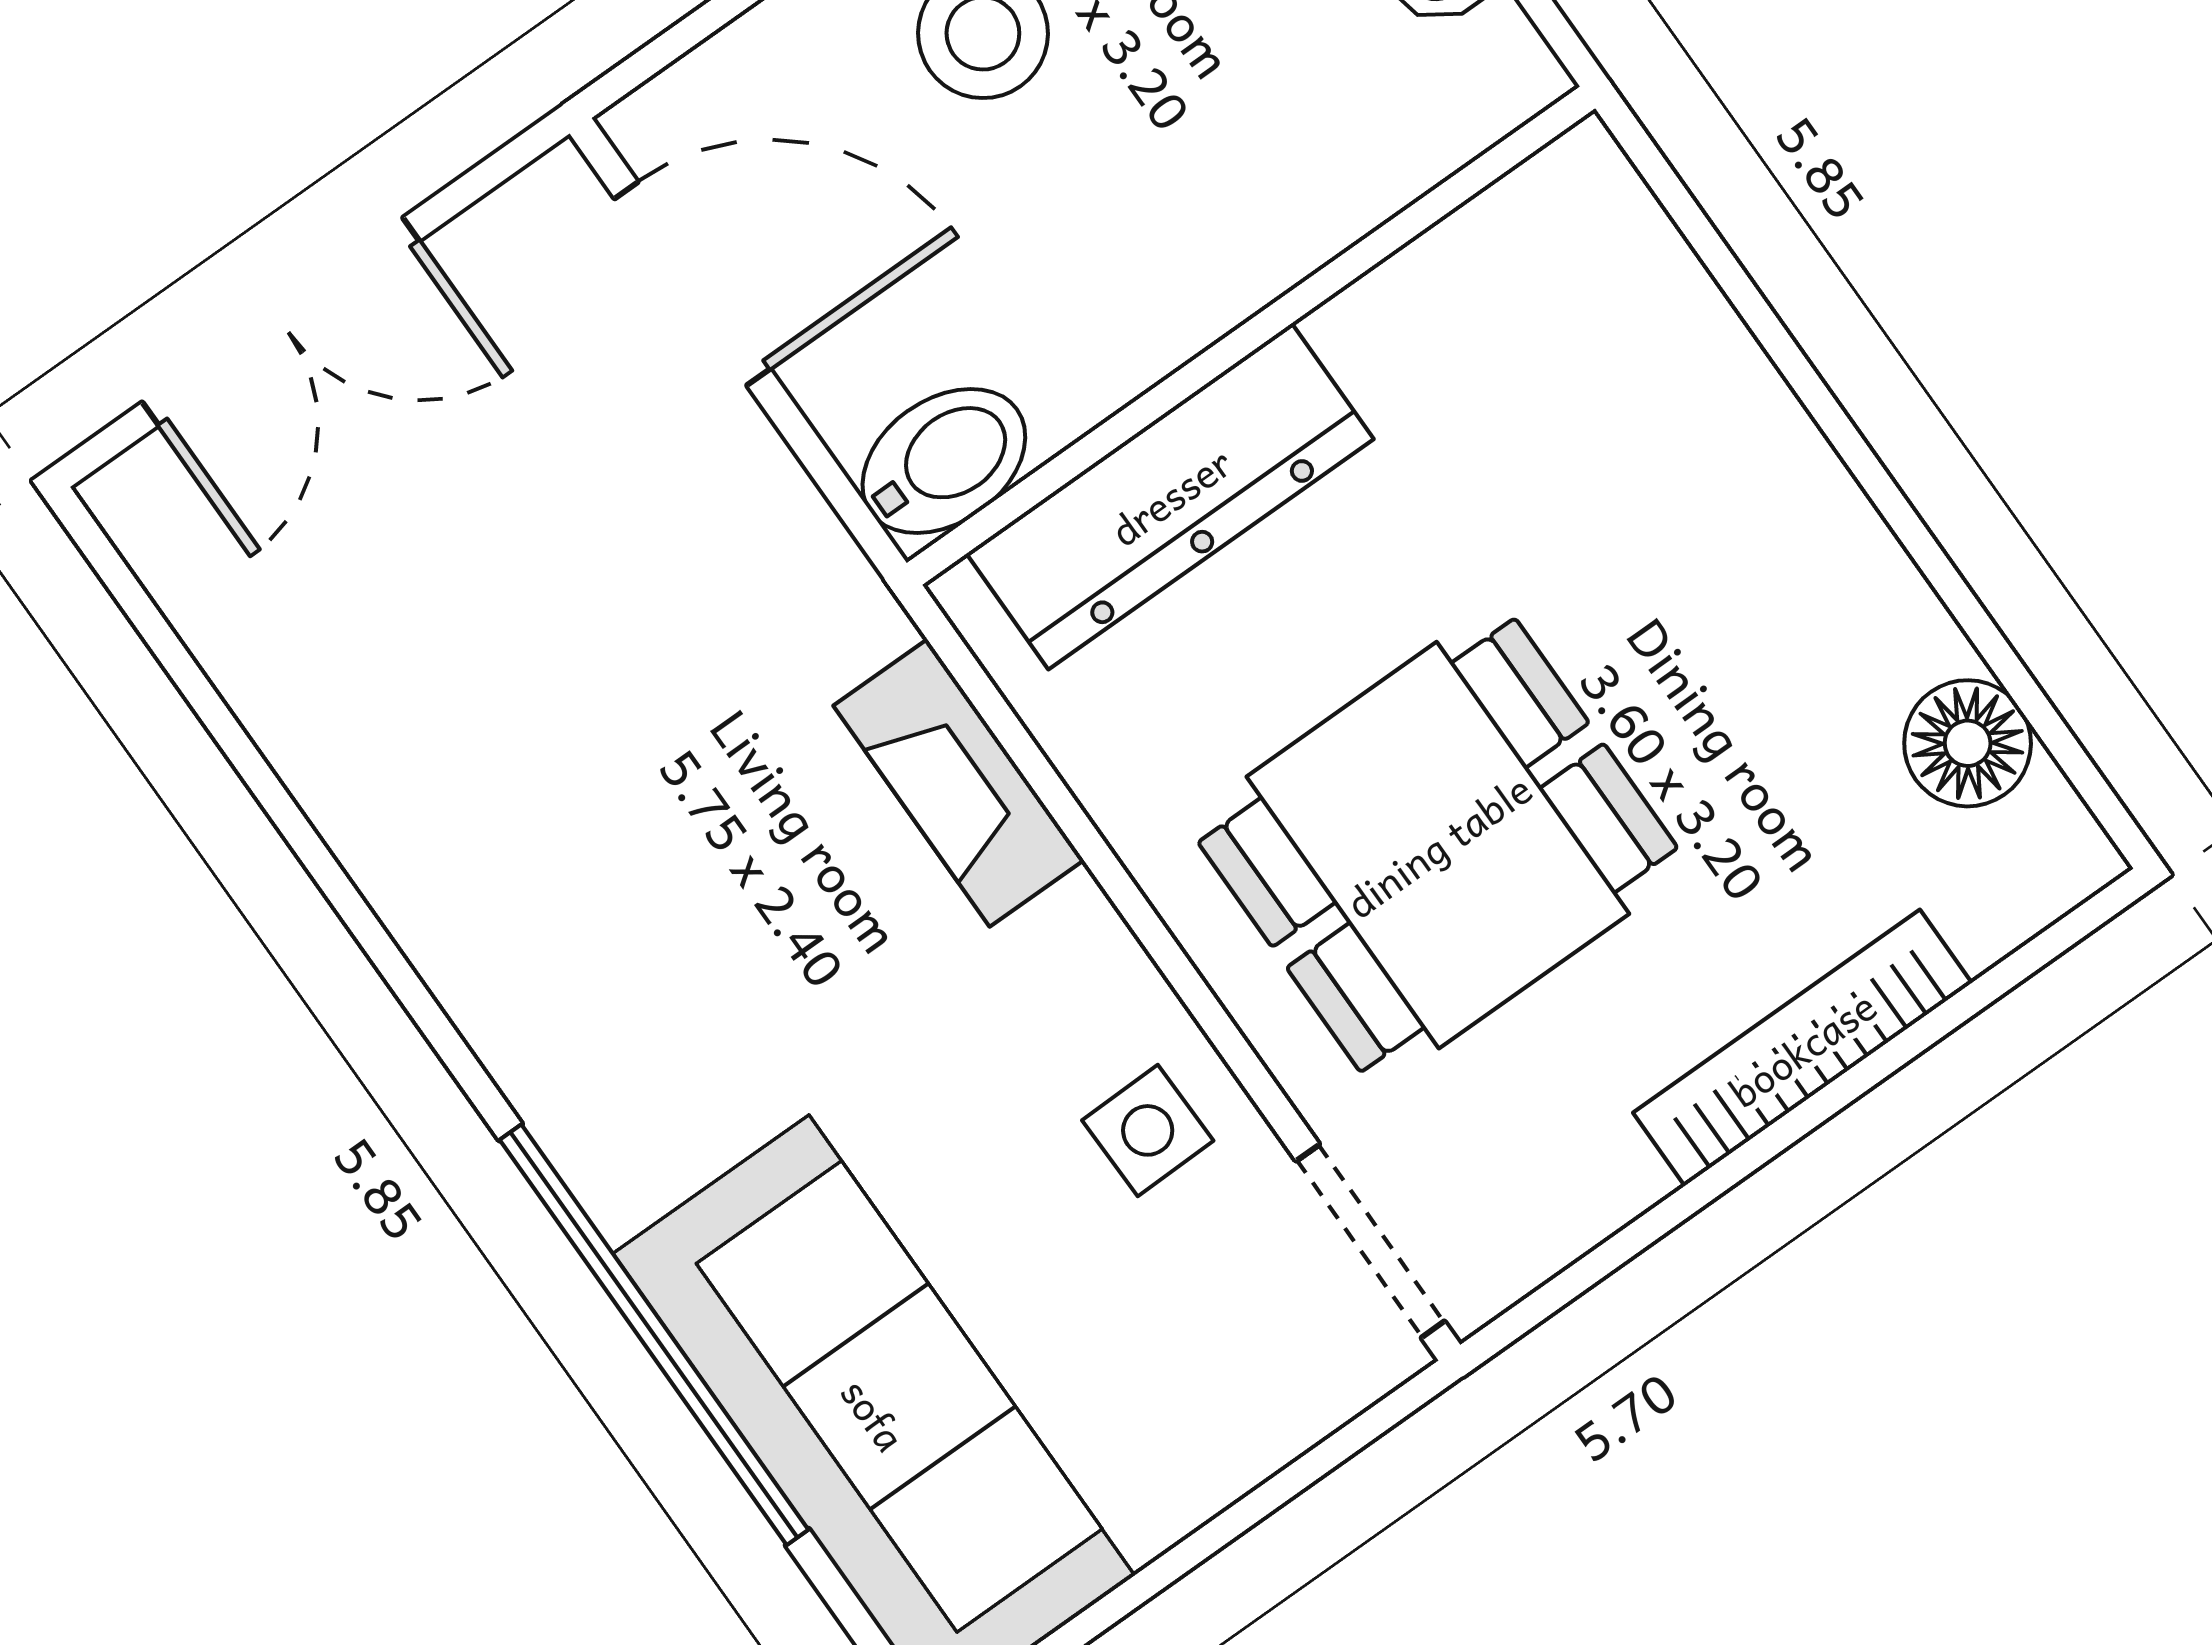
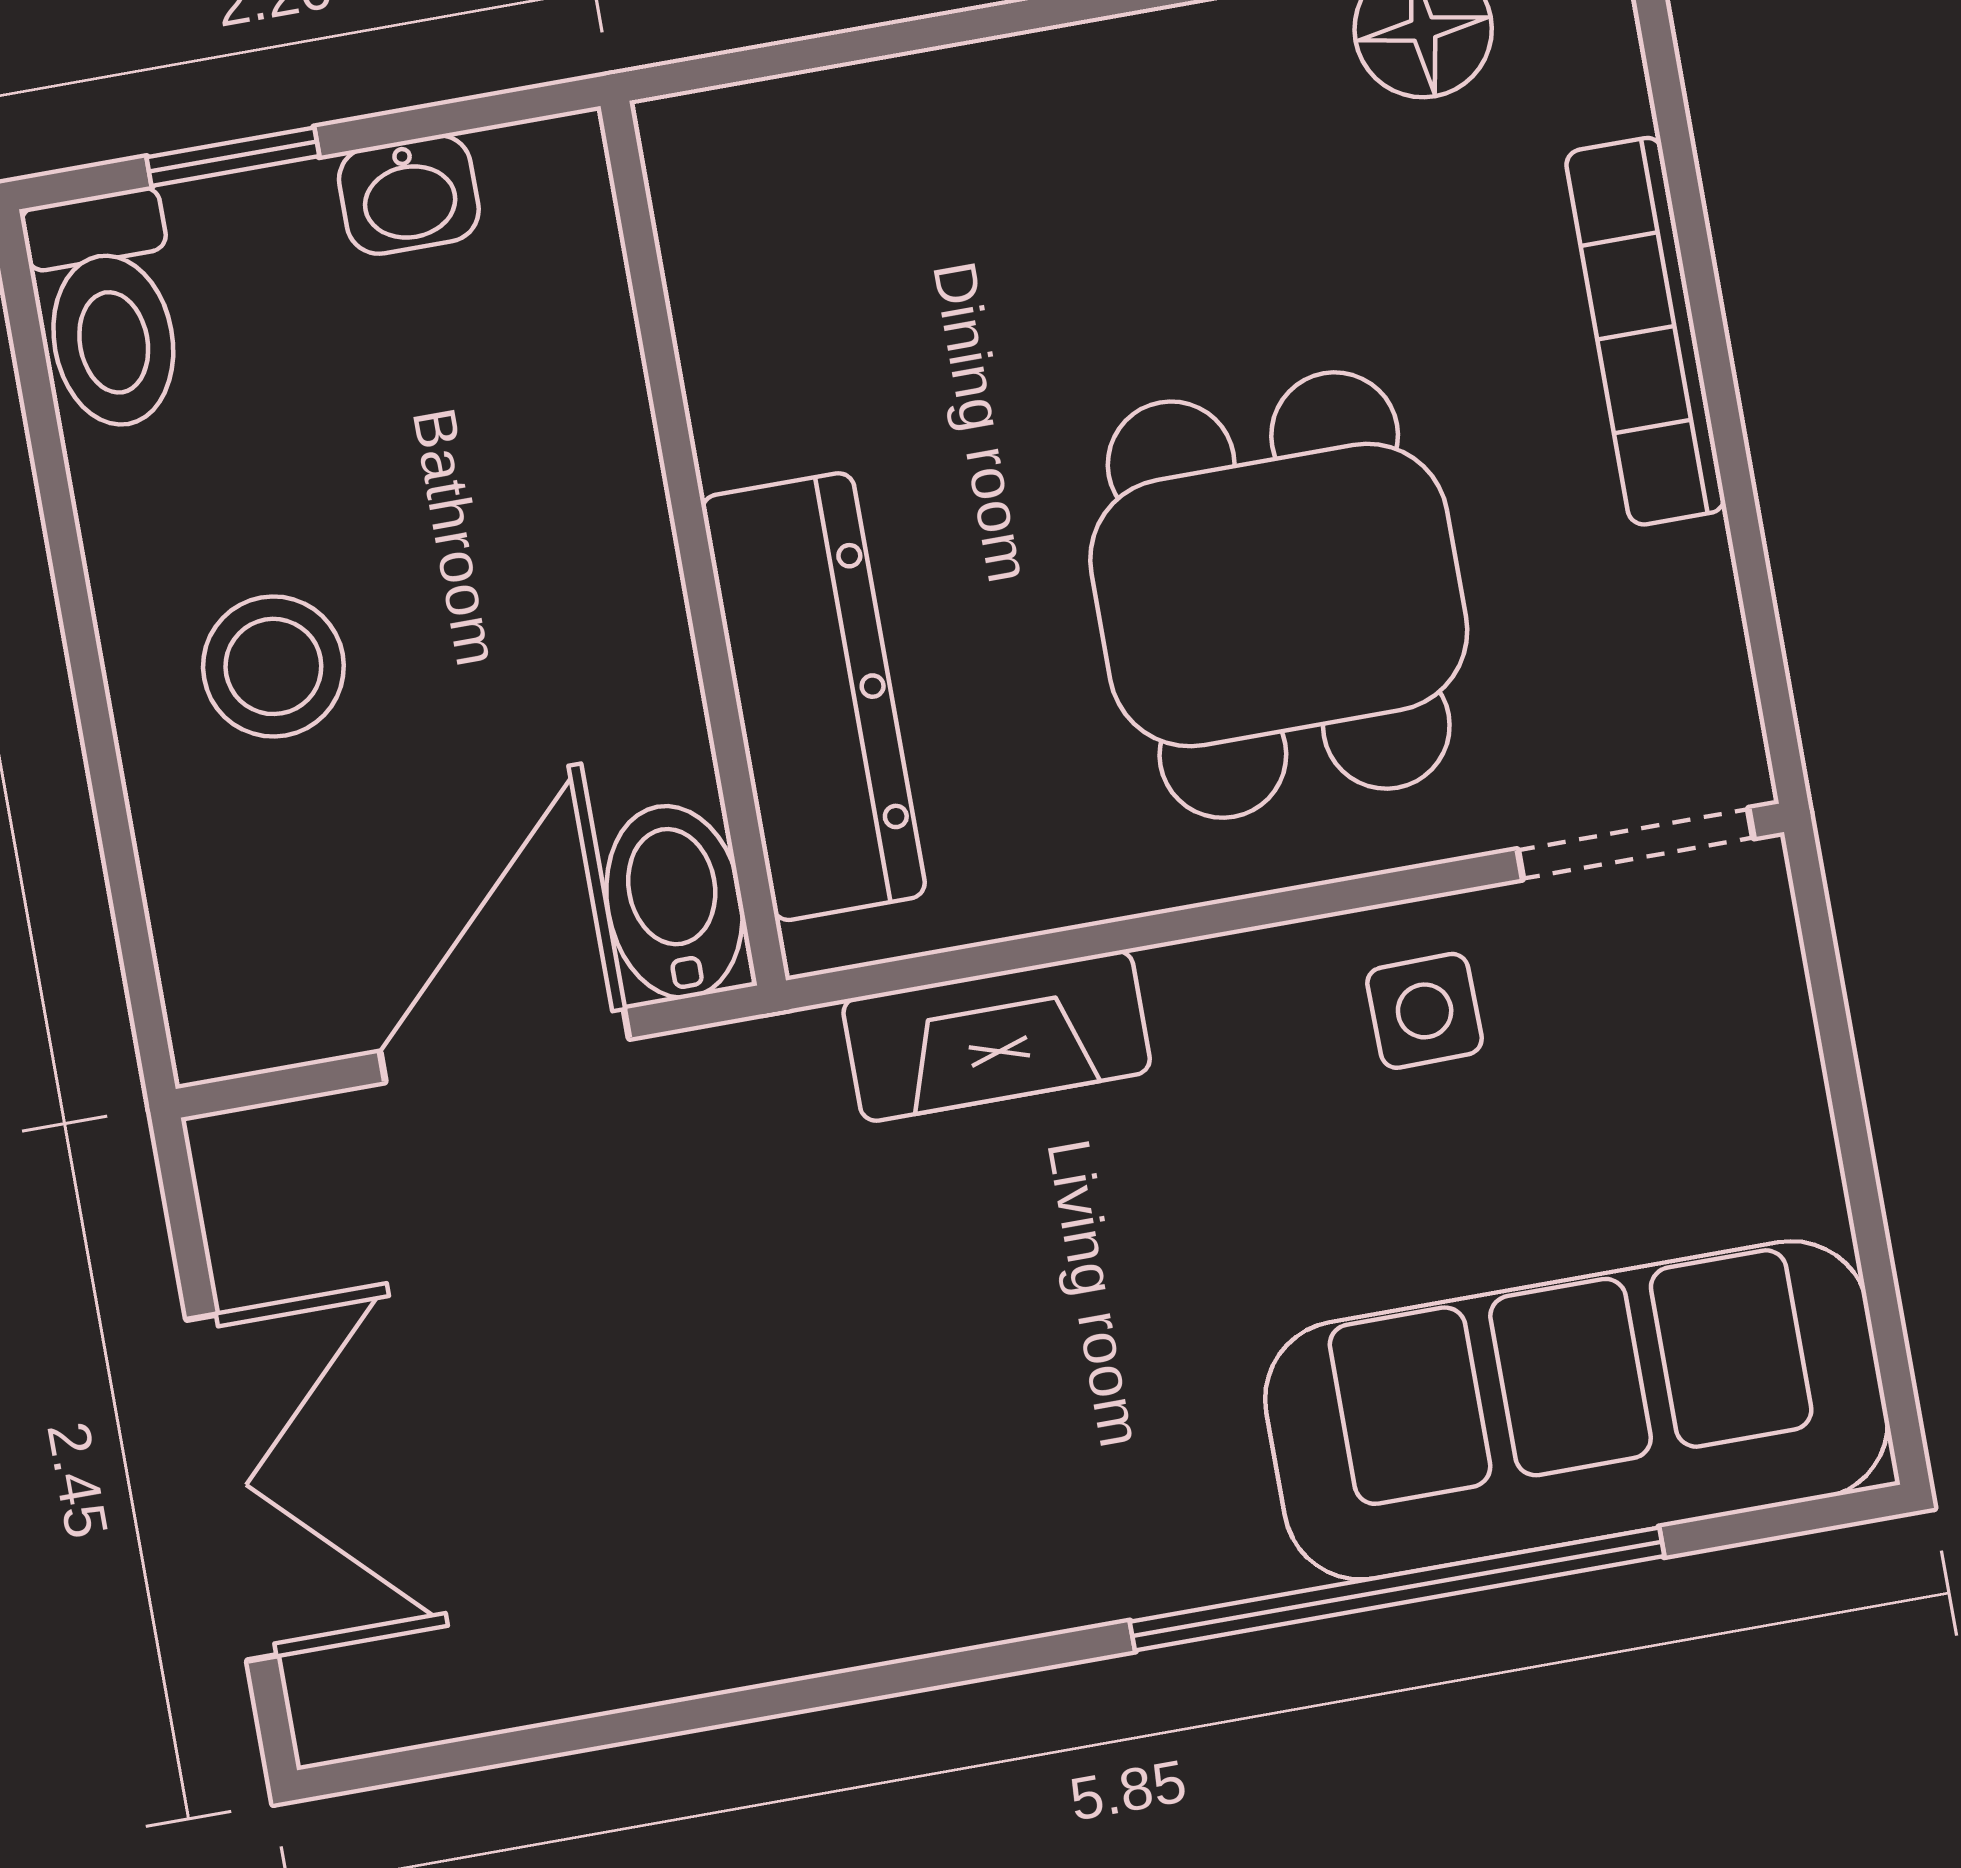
door: (692, 284) -> (505, 1045), moved

